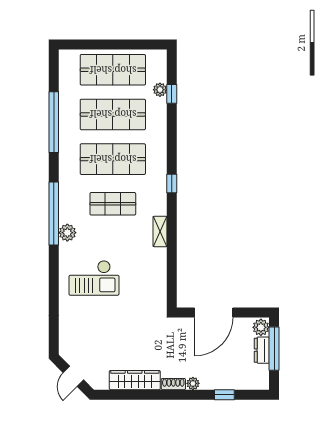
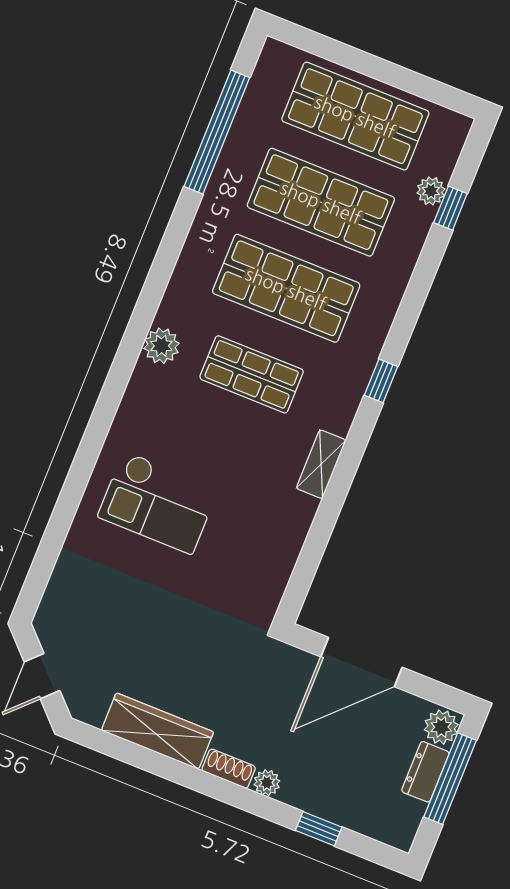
window: (54, 122) -> (217, 132), moved
window: (54, 214) -> (130, 347), removed
plant: (67, 233) -> (161, 346), moved

